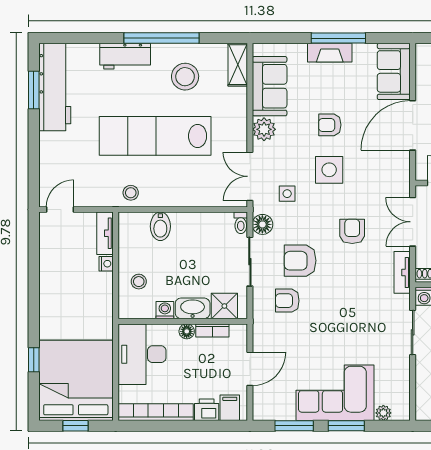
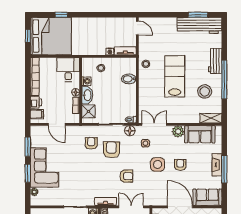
lab bench: (155, 136) -> (175, 76), width x0.73
desk: (142, 354) -> (68, 70), width x0.73

